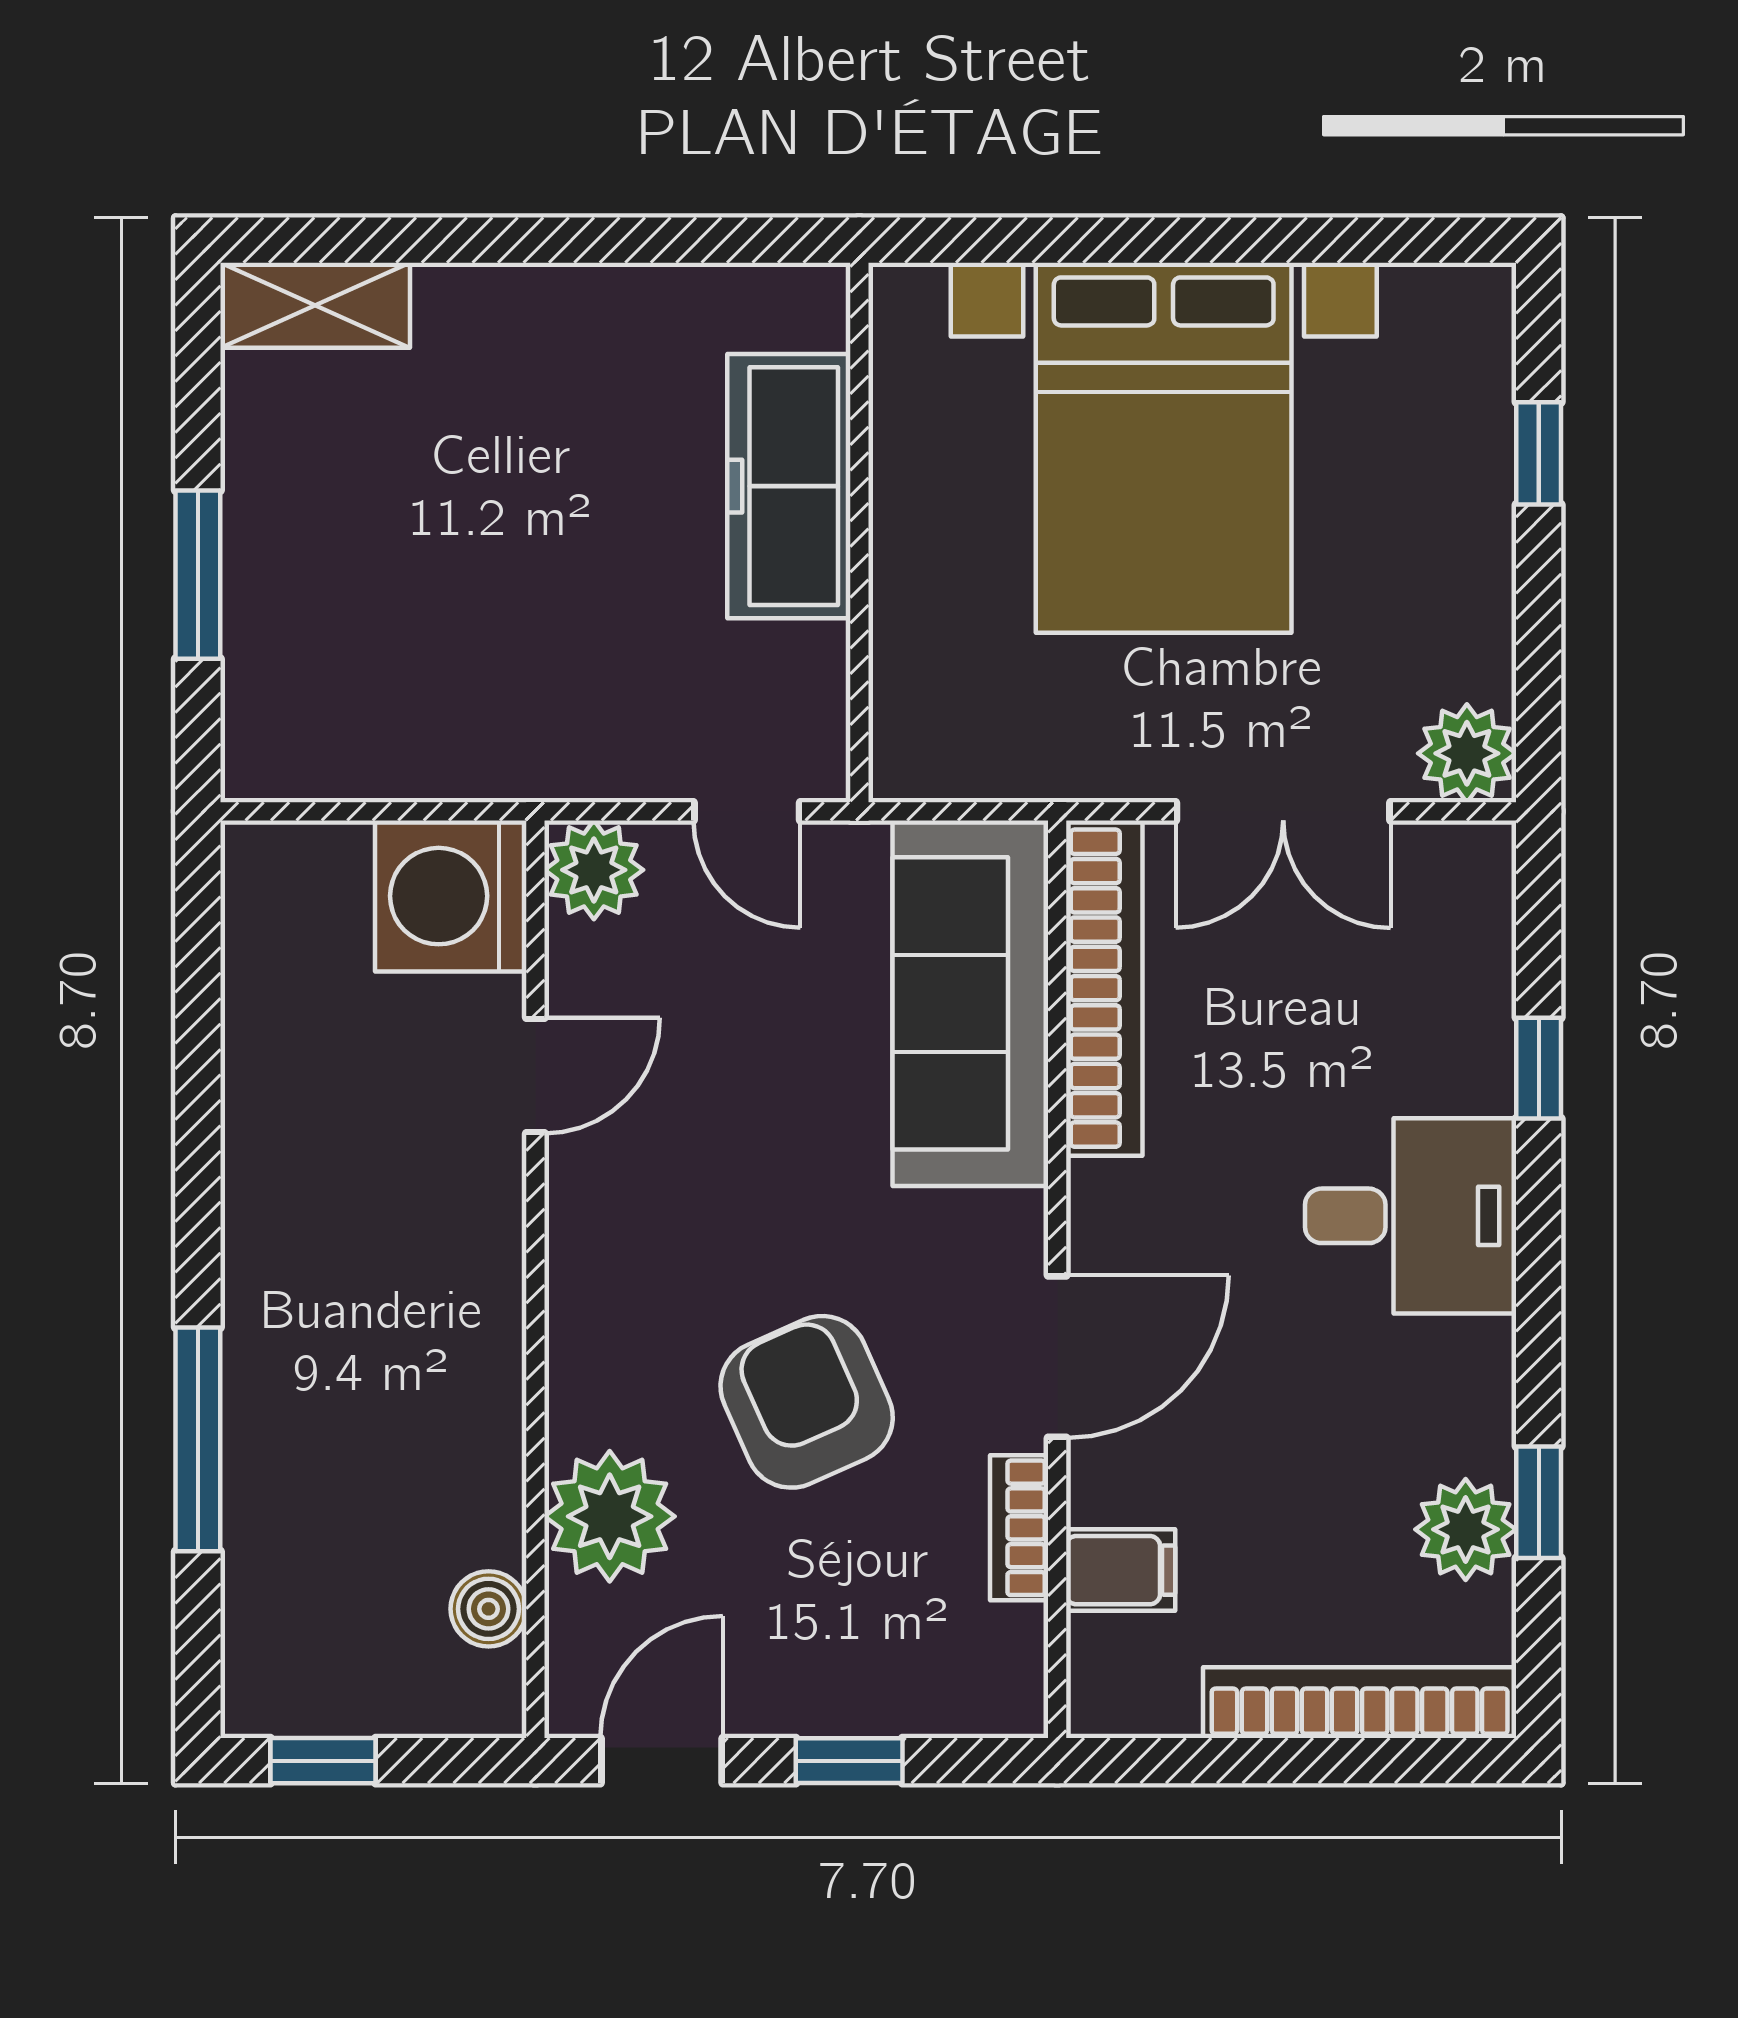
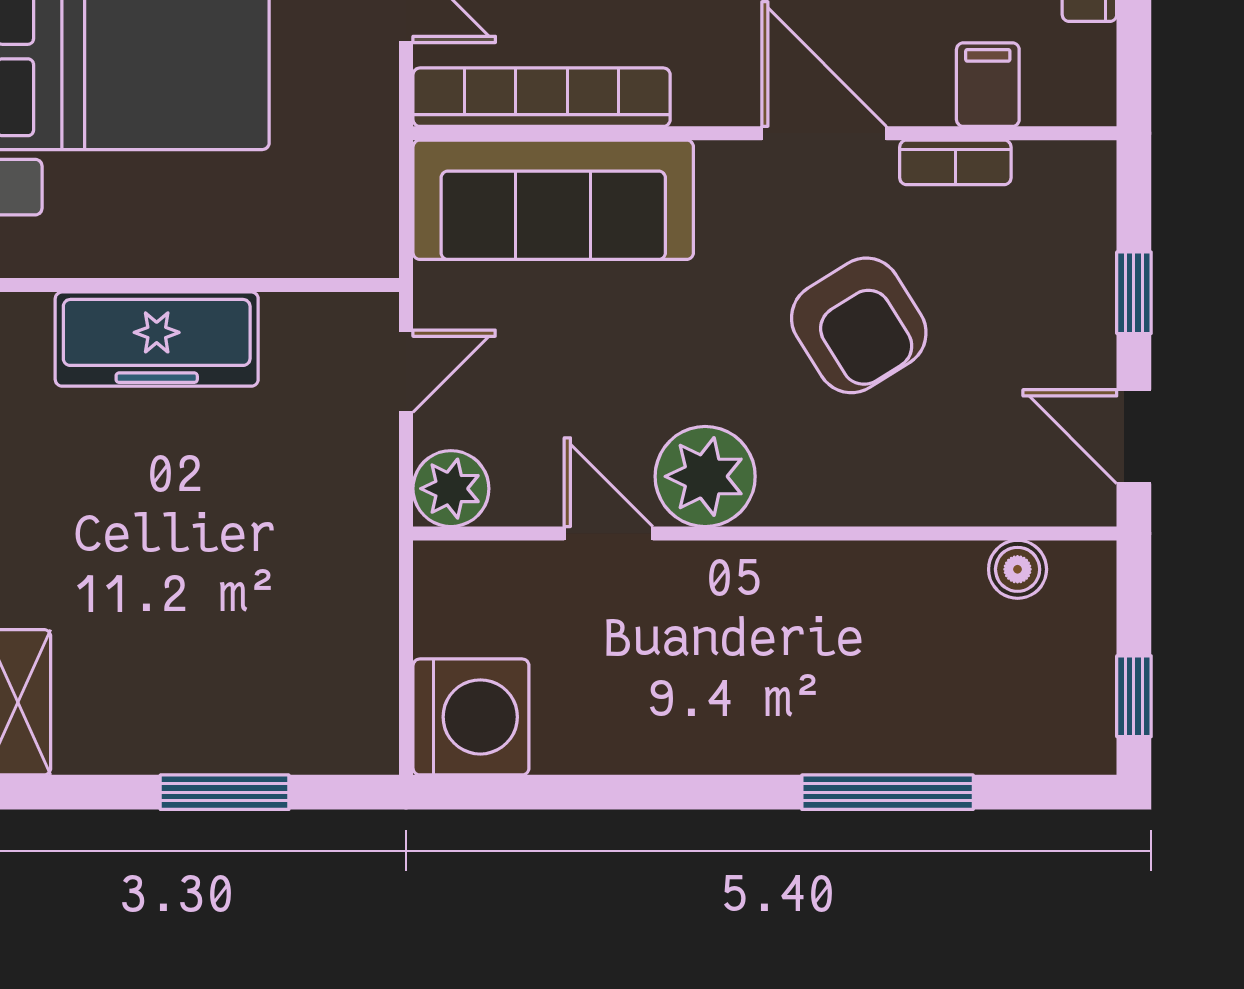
washing machine: (451, 896) -> (471, 717), moved, turned -90
armchair: (807, 1402) -> (859, 325), turned -98
plant: (610, 1516) -> (705, 476), moved

